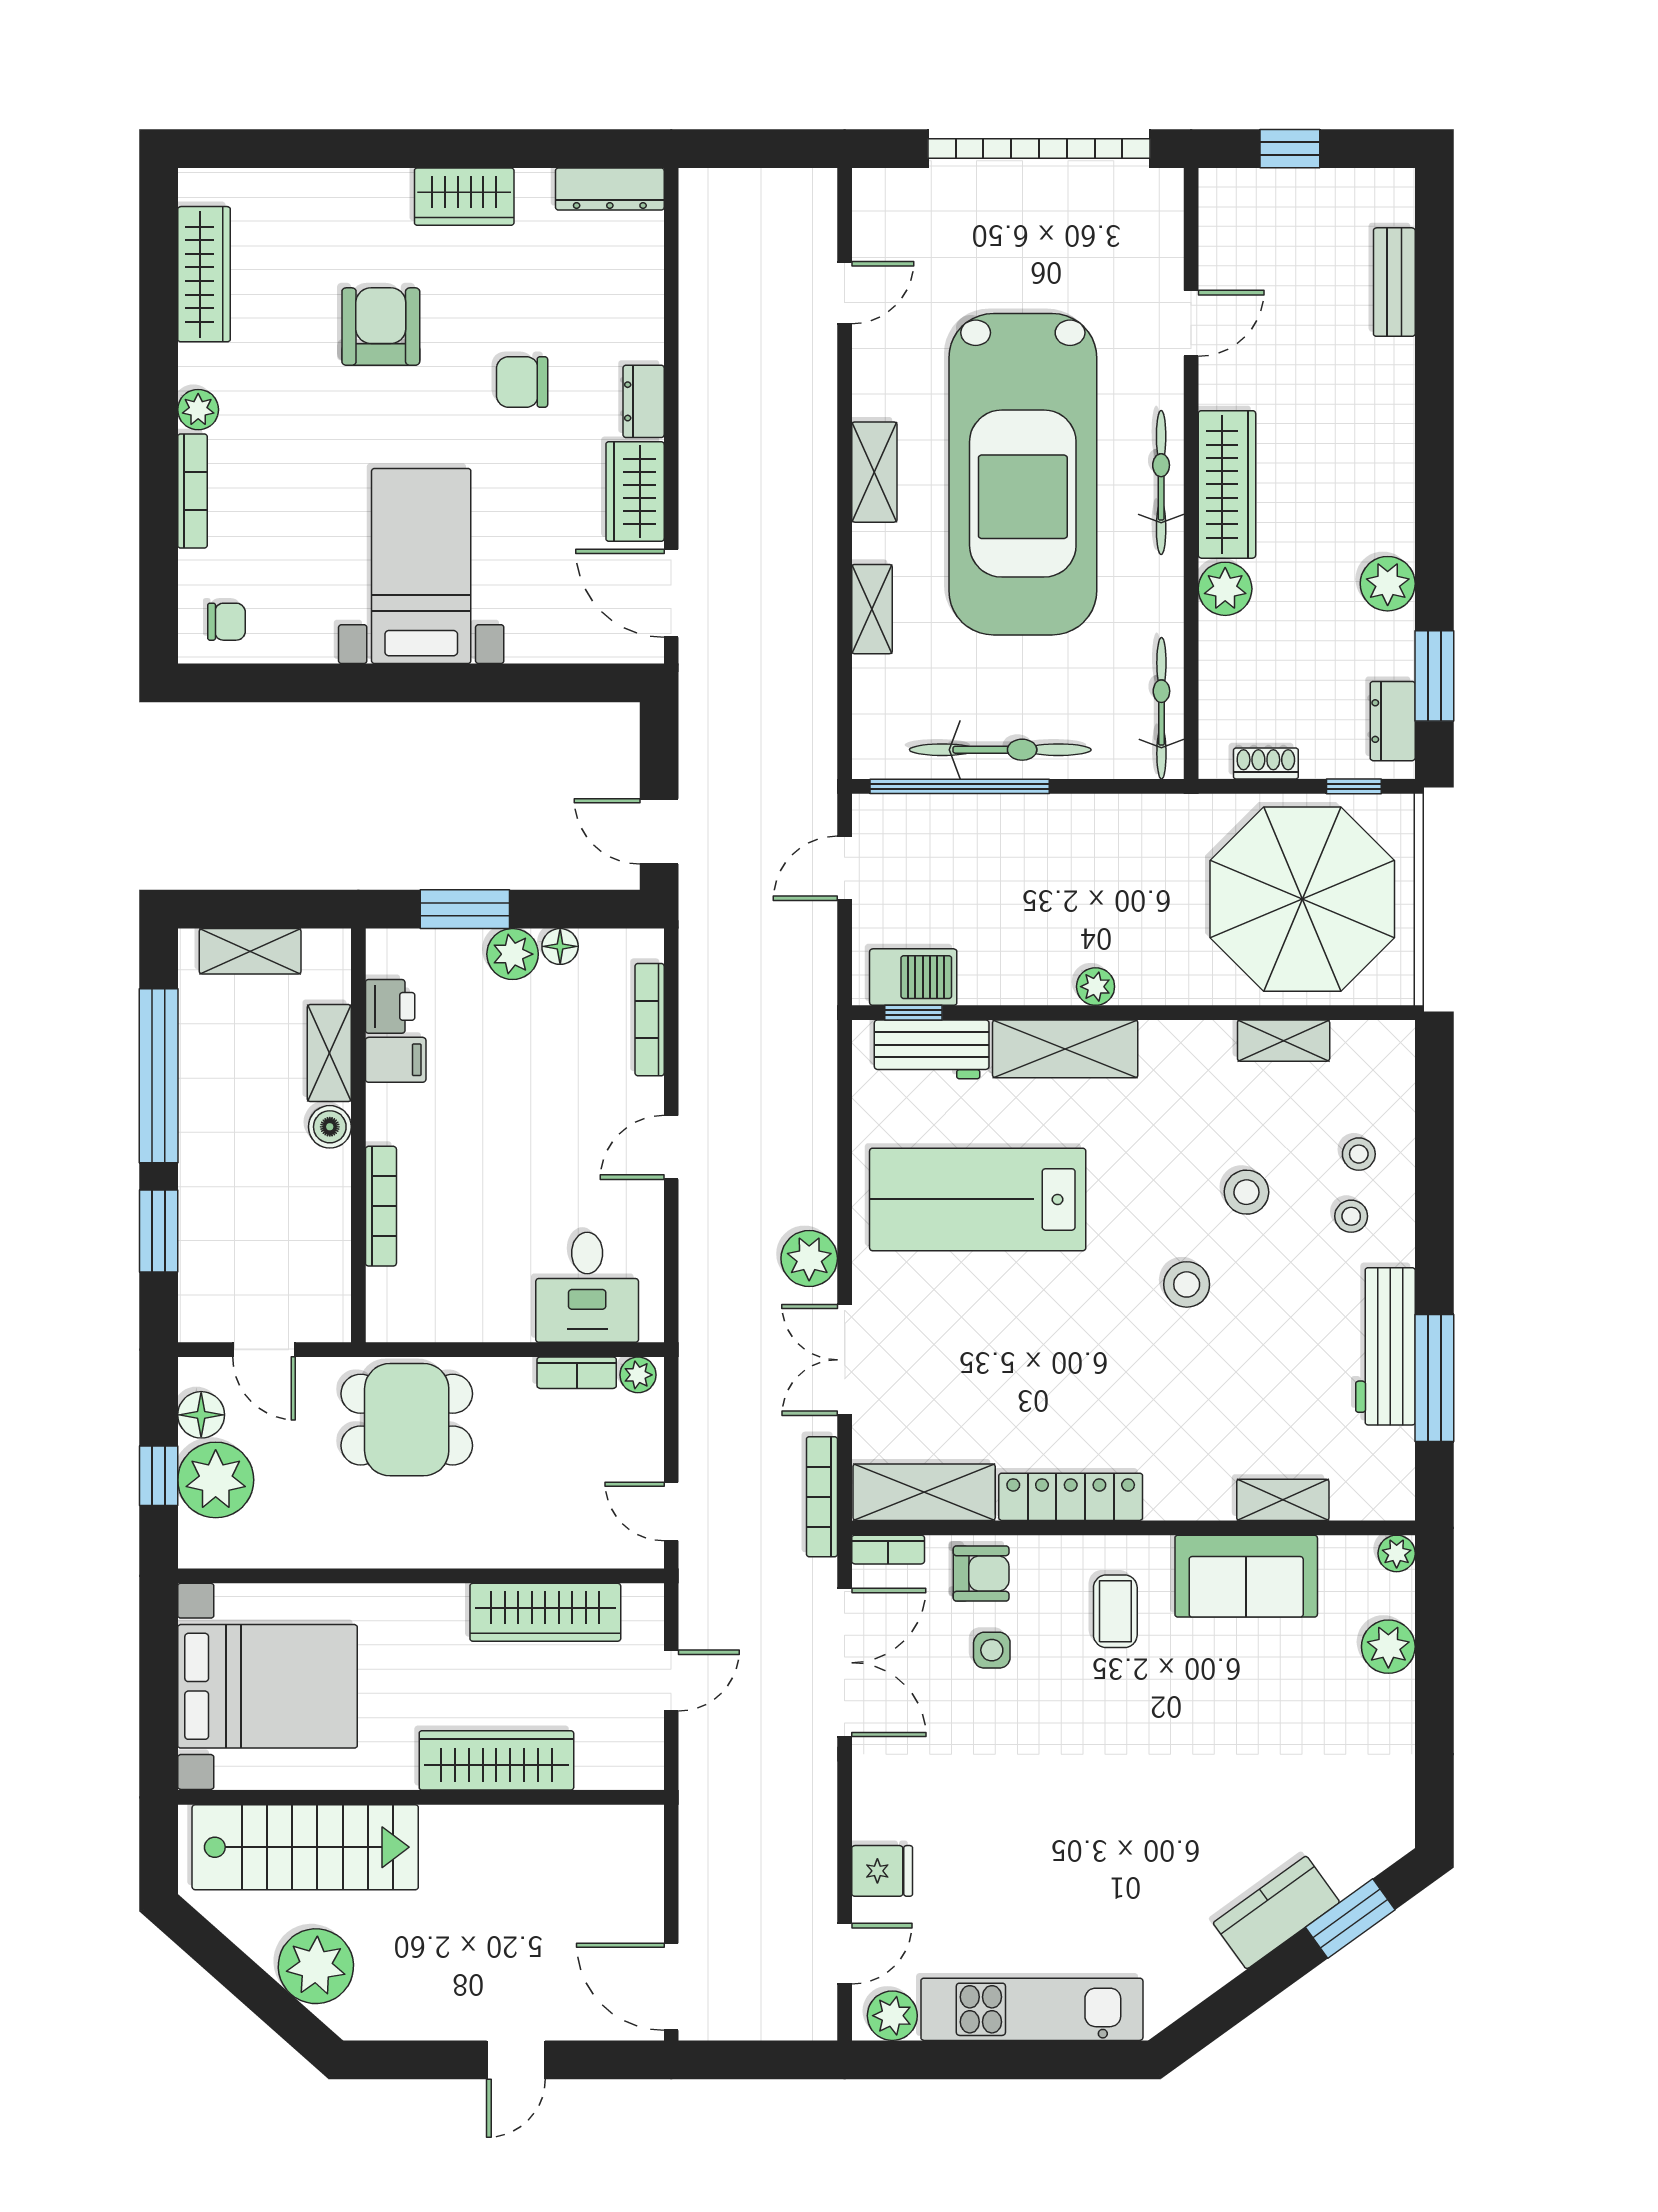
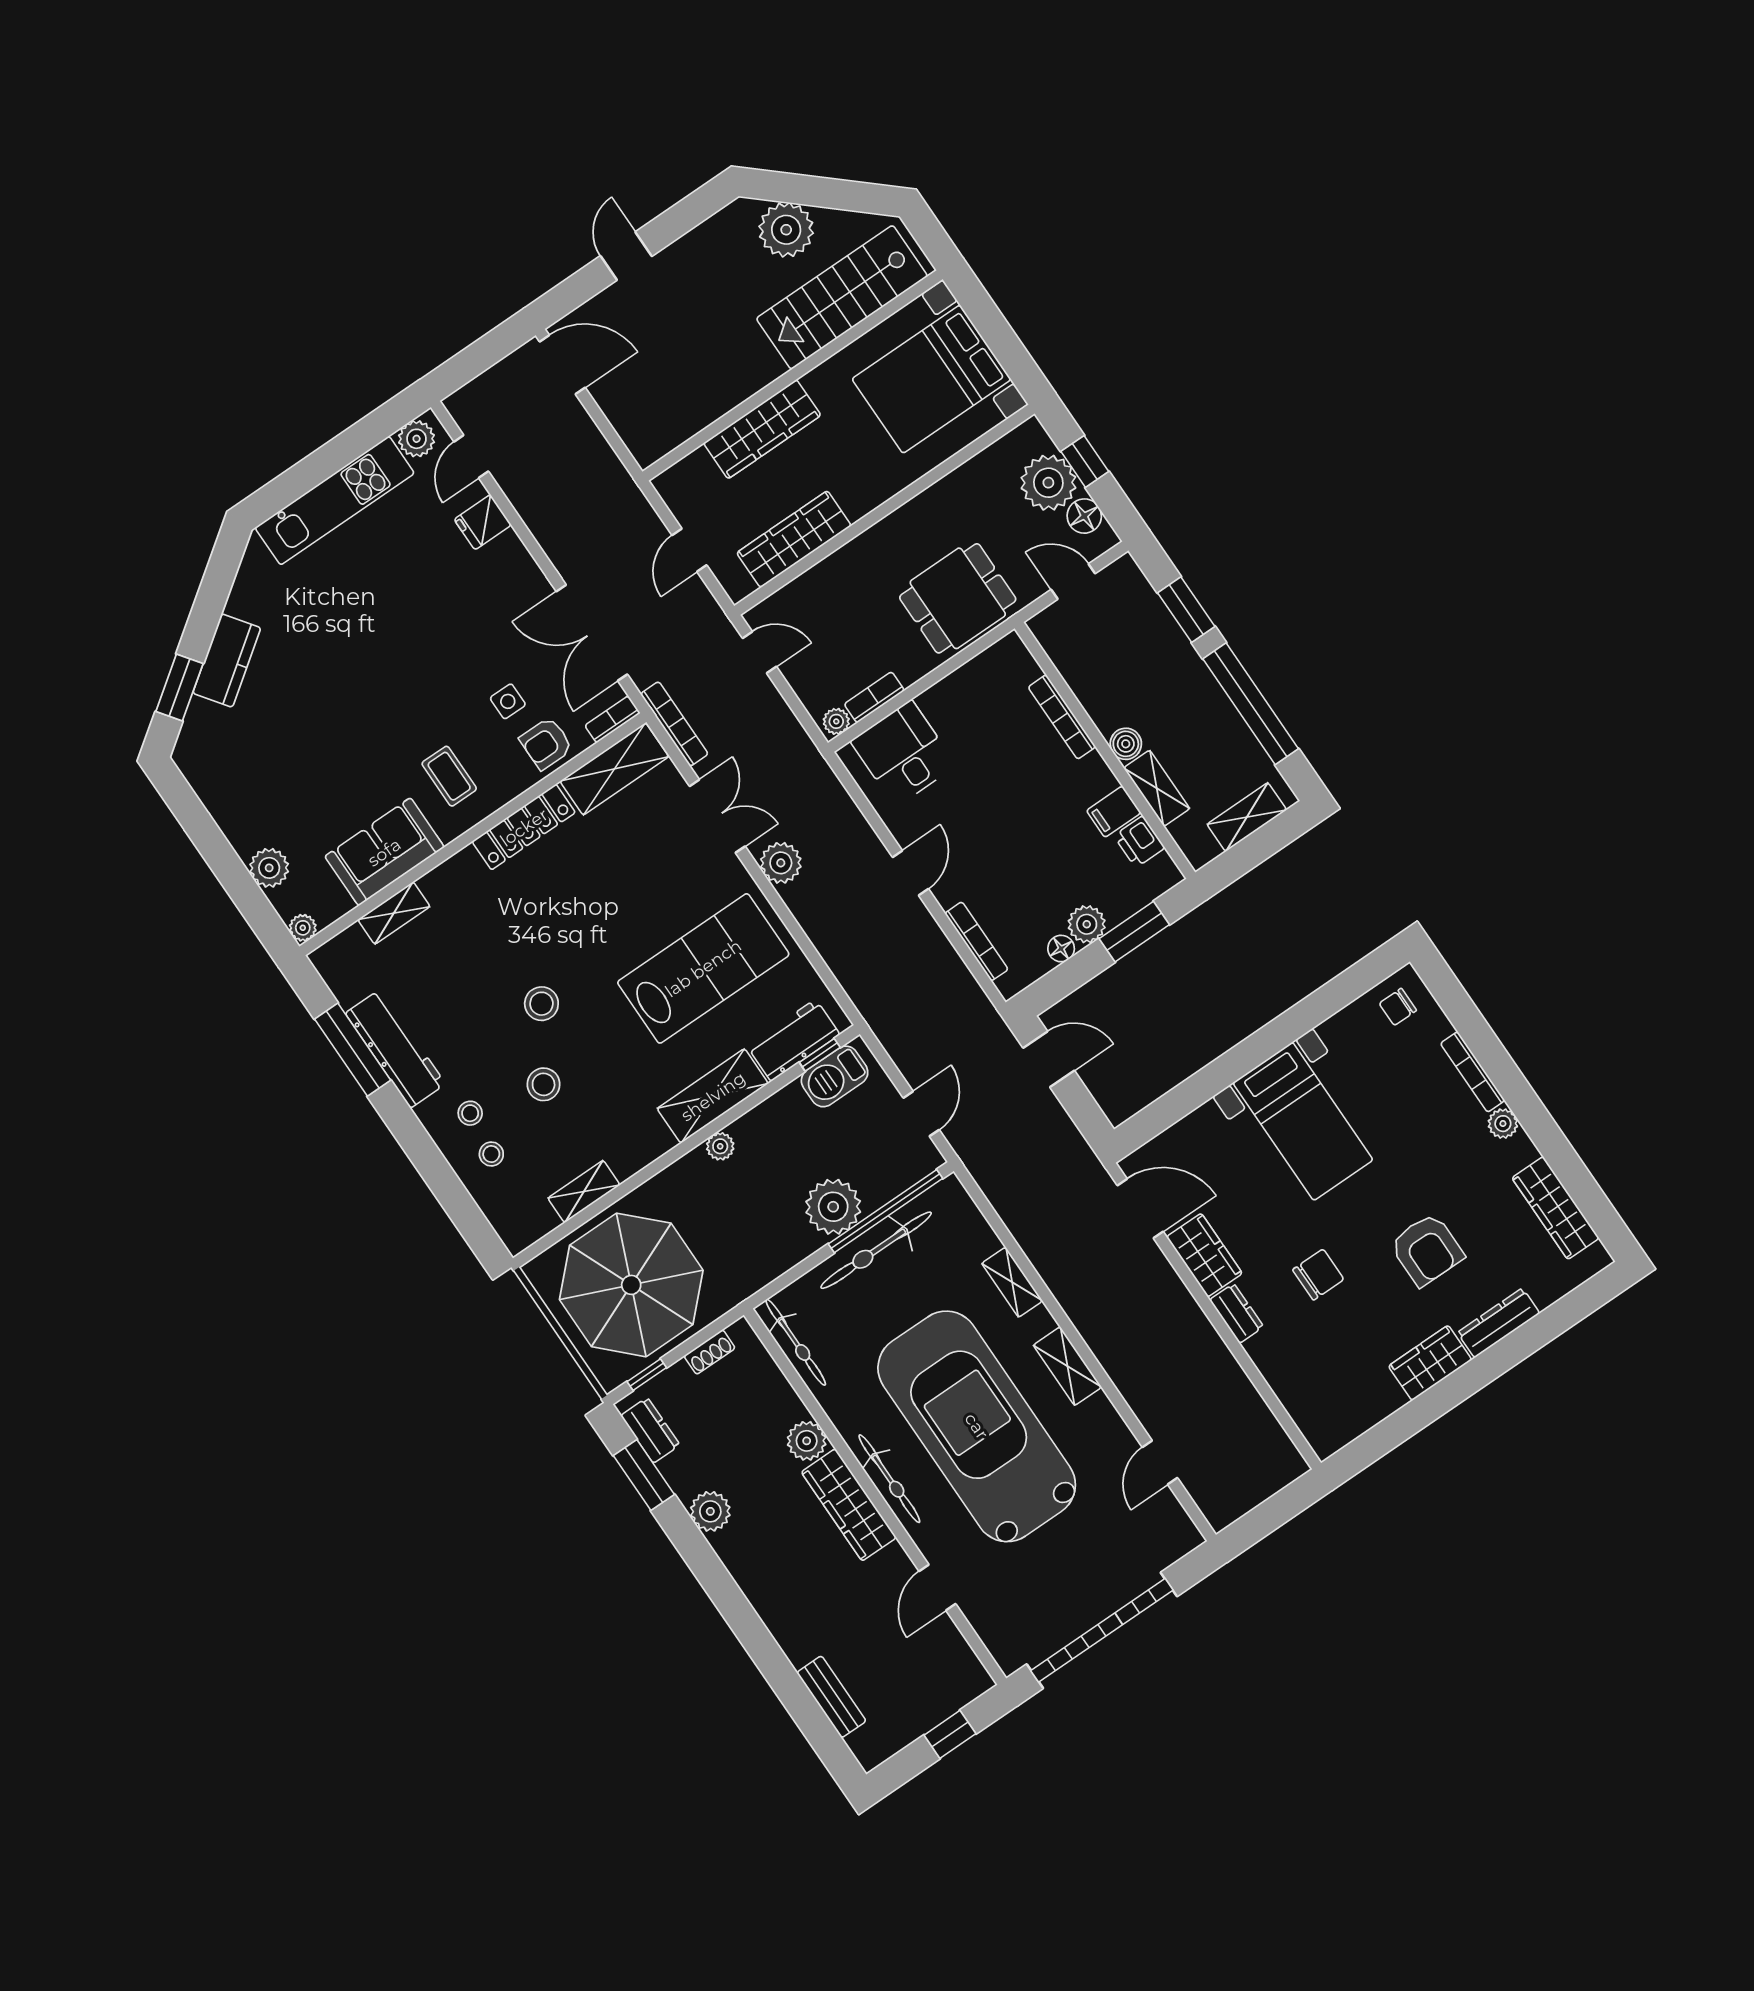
dresser: (610, 189) -> (1498, 1323), moved
plant: (1015, 832) -> (833, 1207), added

